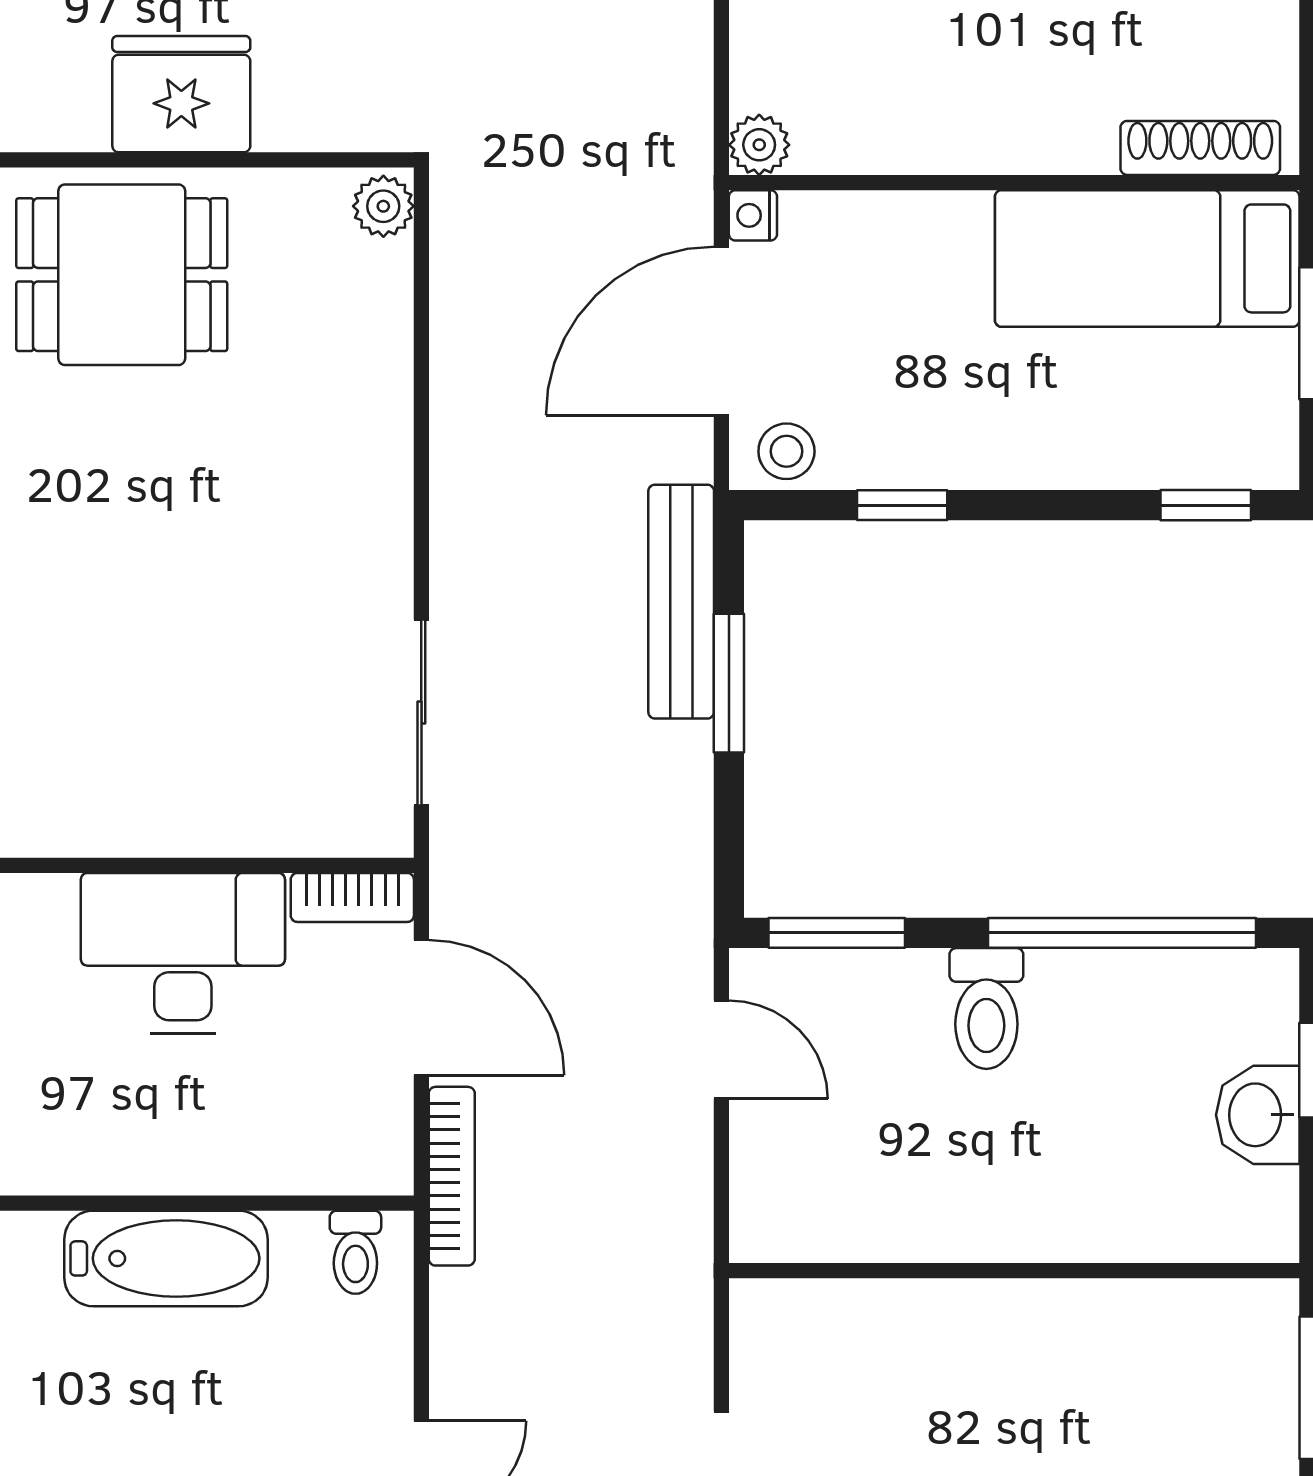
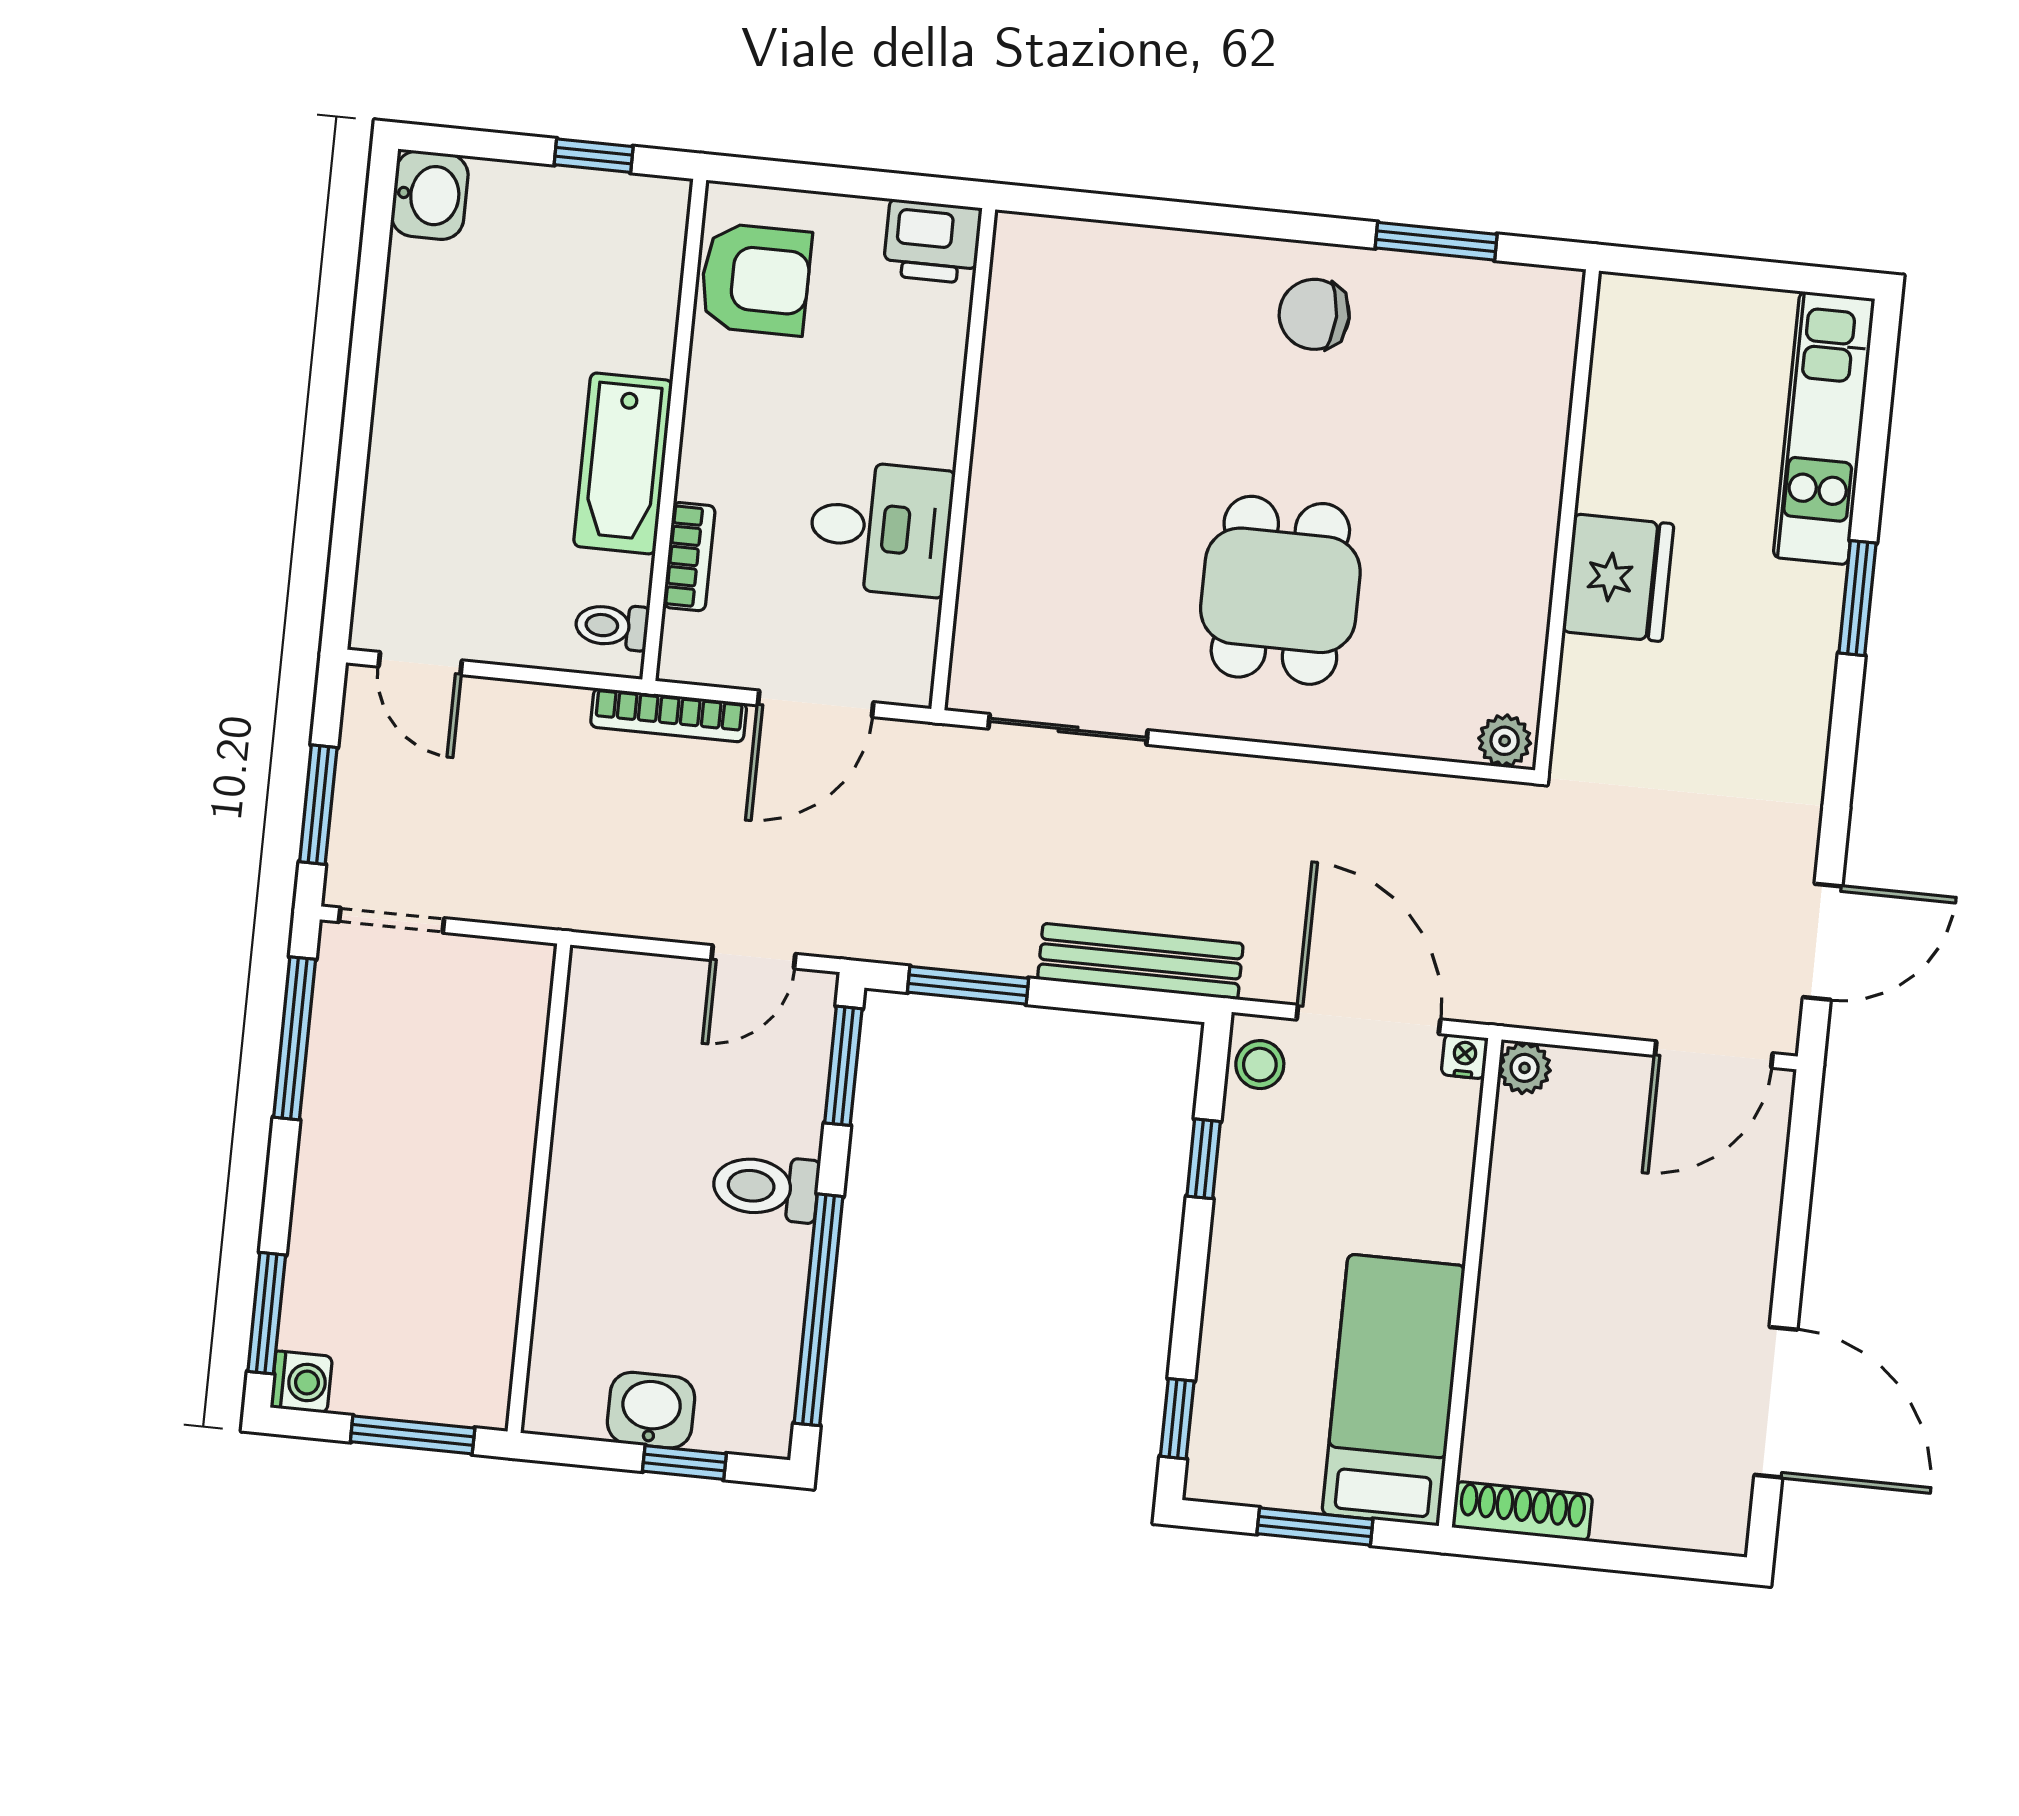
shoe rack: (1200, 148) -> (1522, 1511), moved, turned -90
dining table: (122, 275) -> (1280, 590), moved
window: (729, 683) -> (968, 985), moved
bookcase: (352, 897) -> (689, 557), moved, turned 180
desk: (183, 953) -> (881, 528), width x0.73

